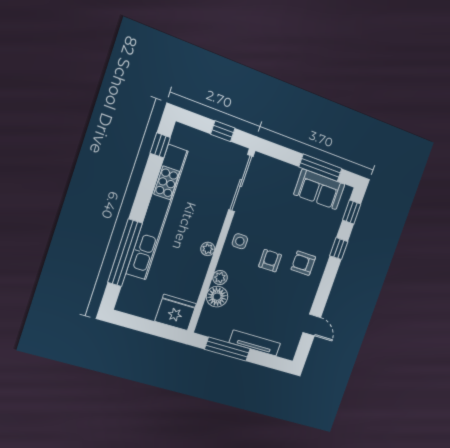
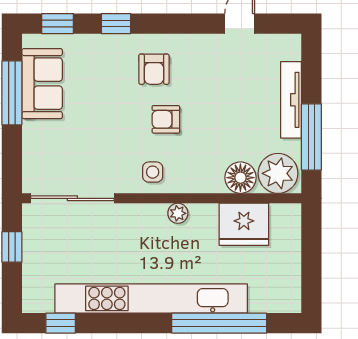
plant: (220, 278) -> (278, 173), moved, width x1.88, depth x1.88
fridge: (176, 312) -> (244, 224), moved, turned -90

